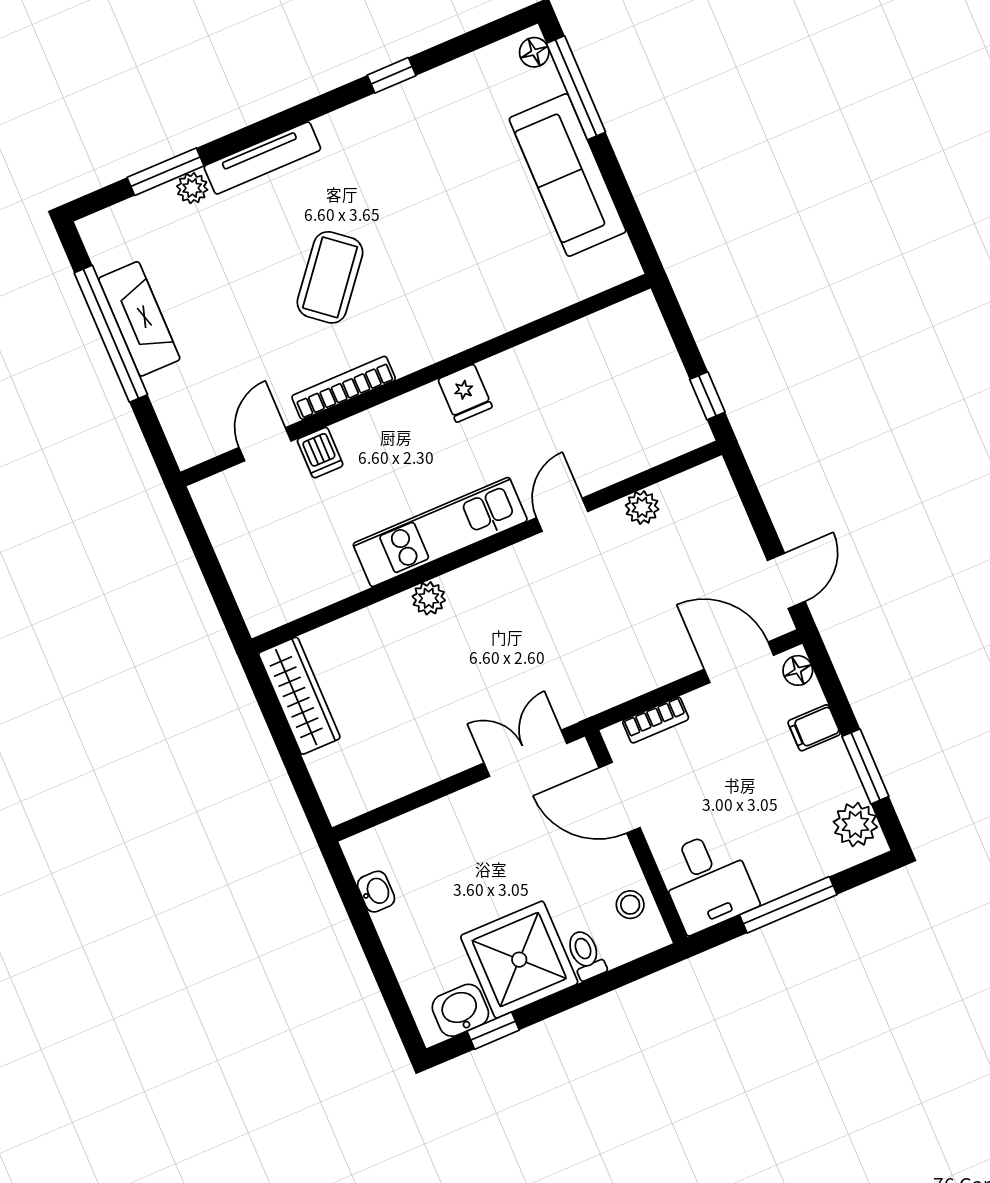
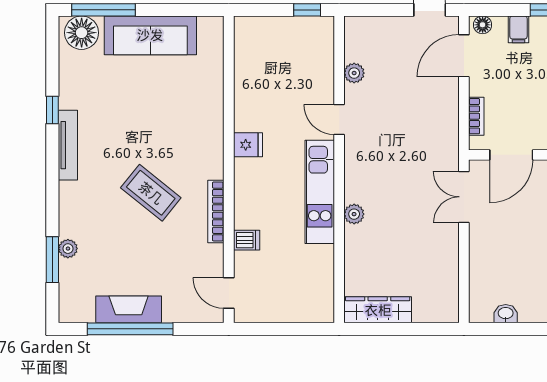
floor lamp: (534, 52) -> (82, 33), width x1.89, depth x1.89
tv unit: (262, 158) -> (68, 145), moved
door: (265, 444) -> (229, 293), moved

